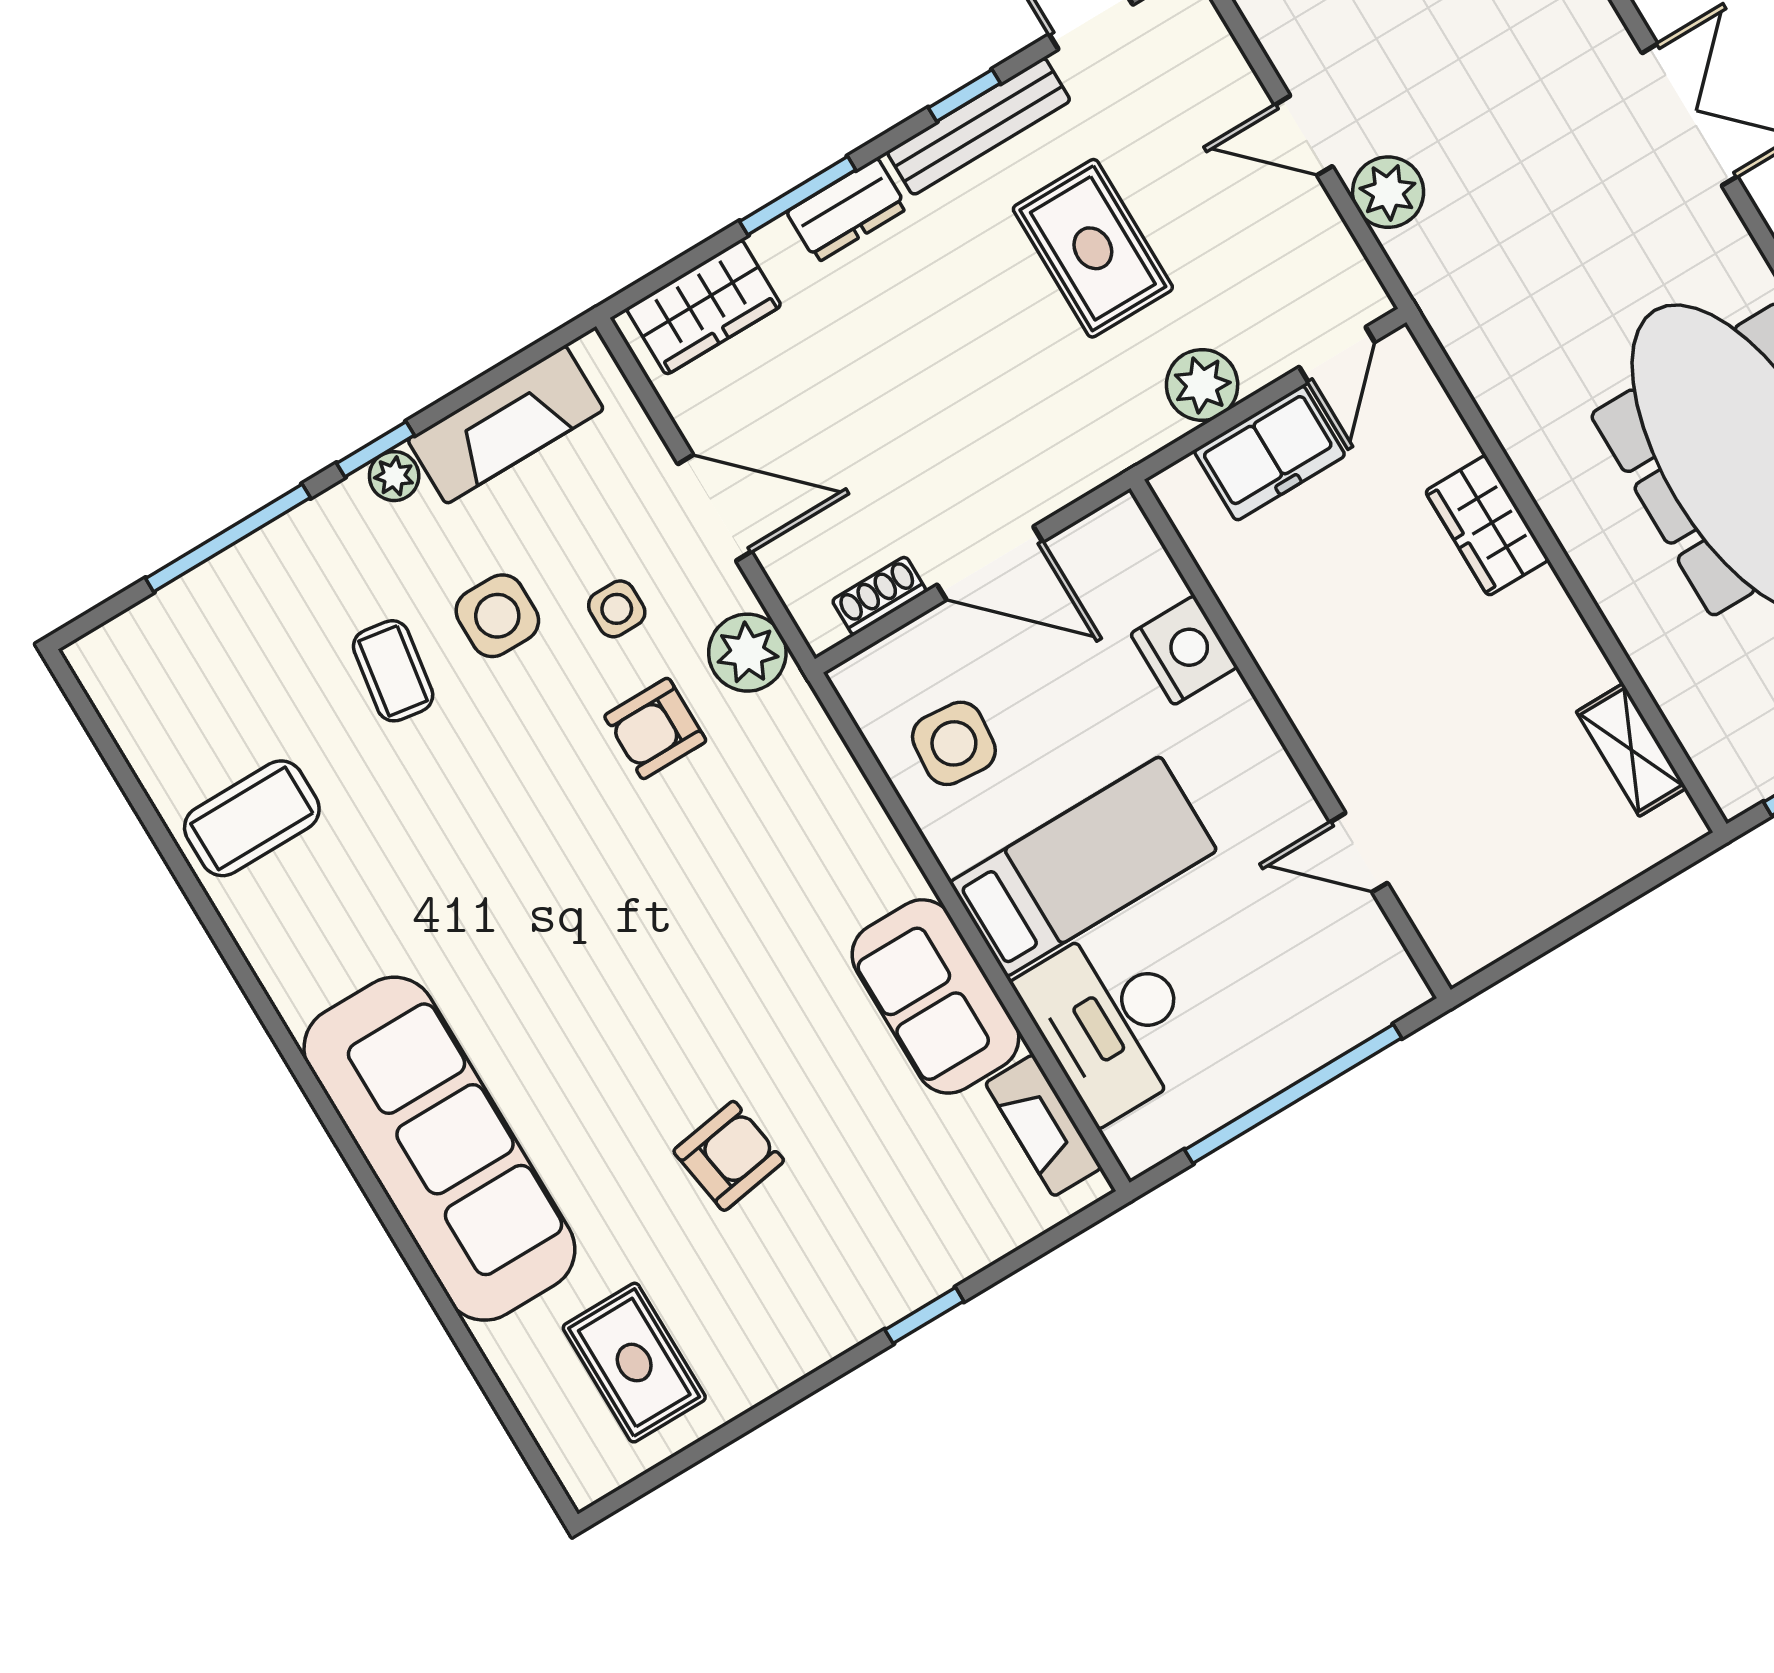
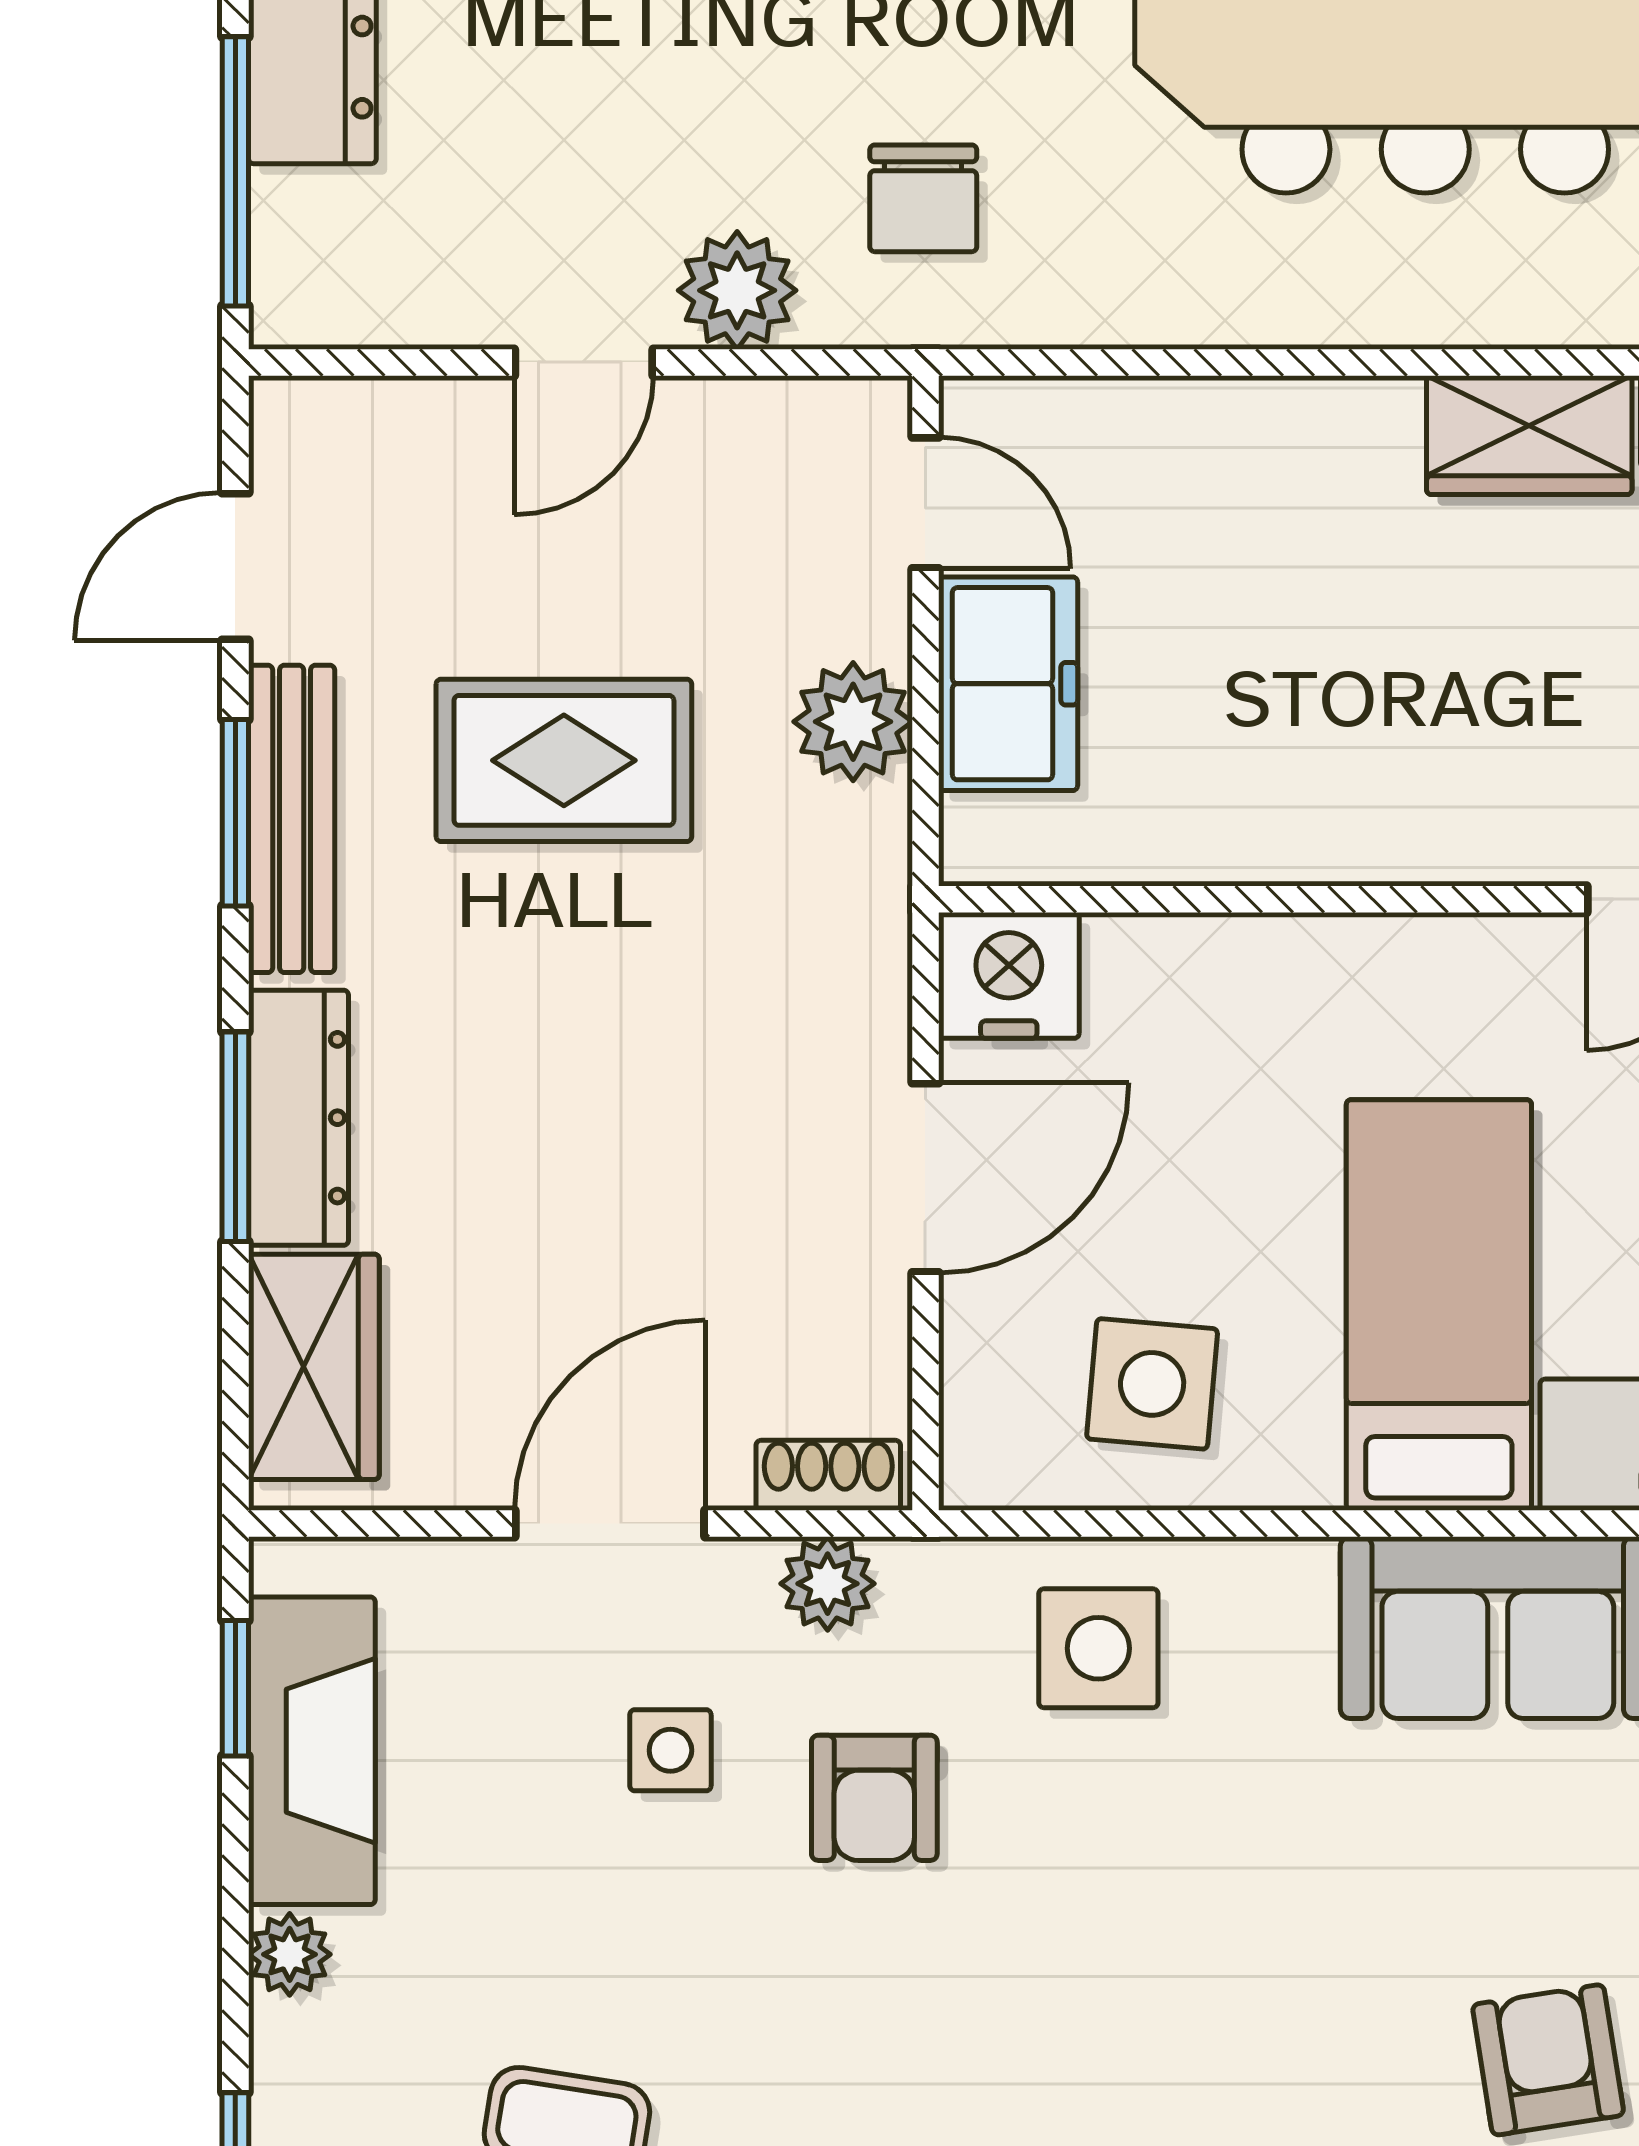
window: (964, 96) -> (235, 813), width x1.50
dresser: (847, 210) -> (298, 1118), width x1.44
chair: (1493, 259) -> (923, 198), added
window: (376, 449) -> (235, 1688), moved
wardrobe: (1487, 526) -> (1529, 435), moved
shoe rack: (879, 596) -> (828, 1475), moved, turned 90
side table: (497, 616) -> (1098, 1648), moved
nightstand: (1184, 650) -> (1009, 975), moved
plant: (747, 653) -> (828, 1584), width x0.73, depth x0.73

